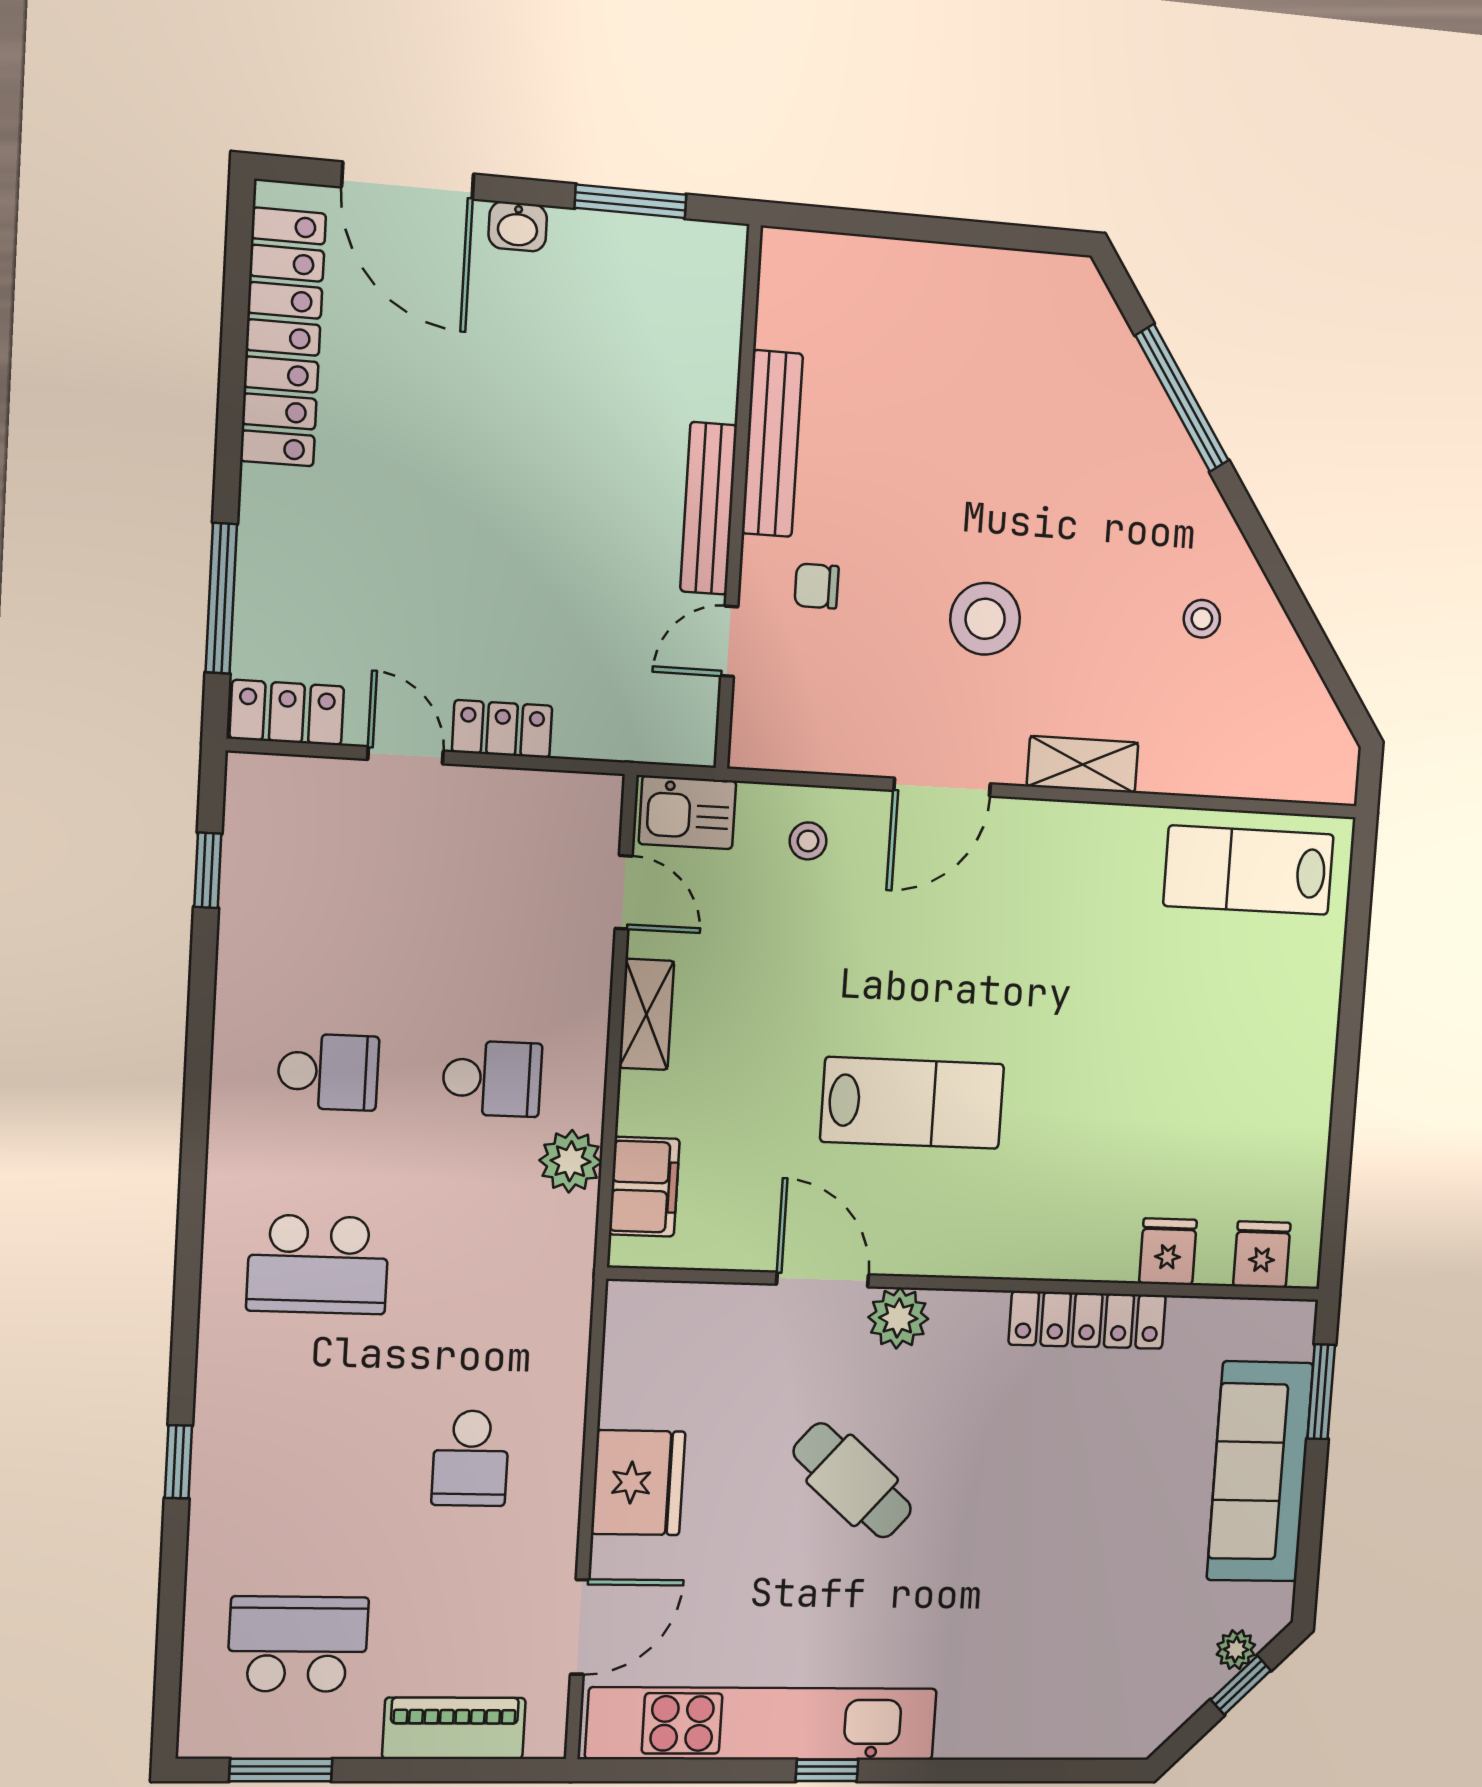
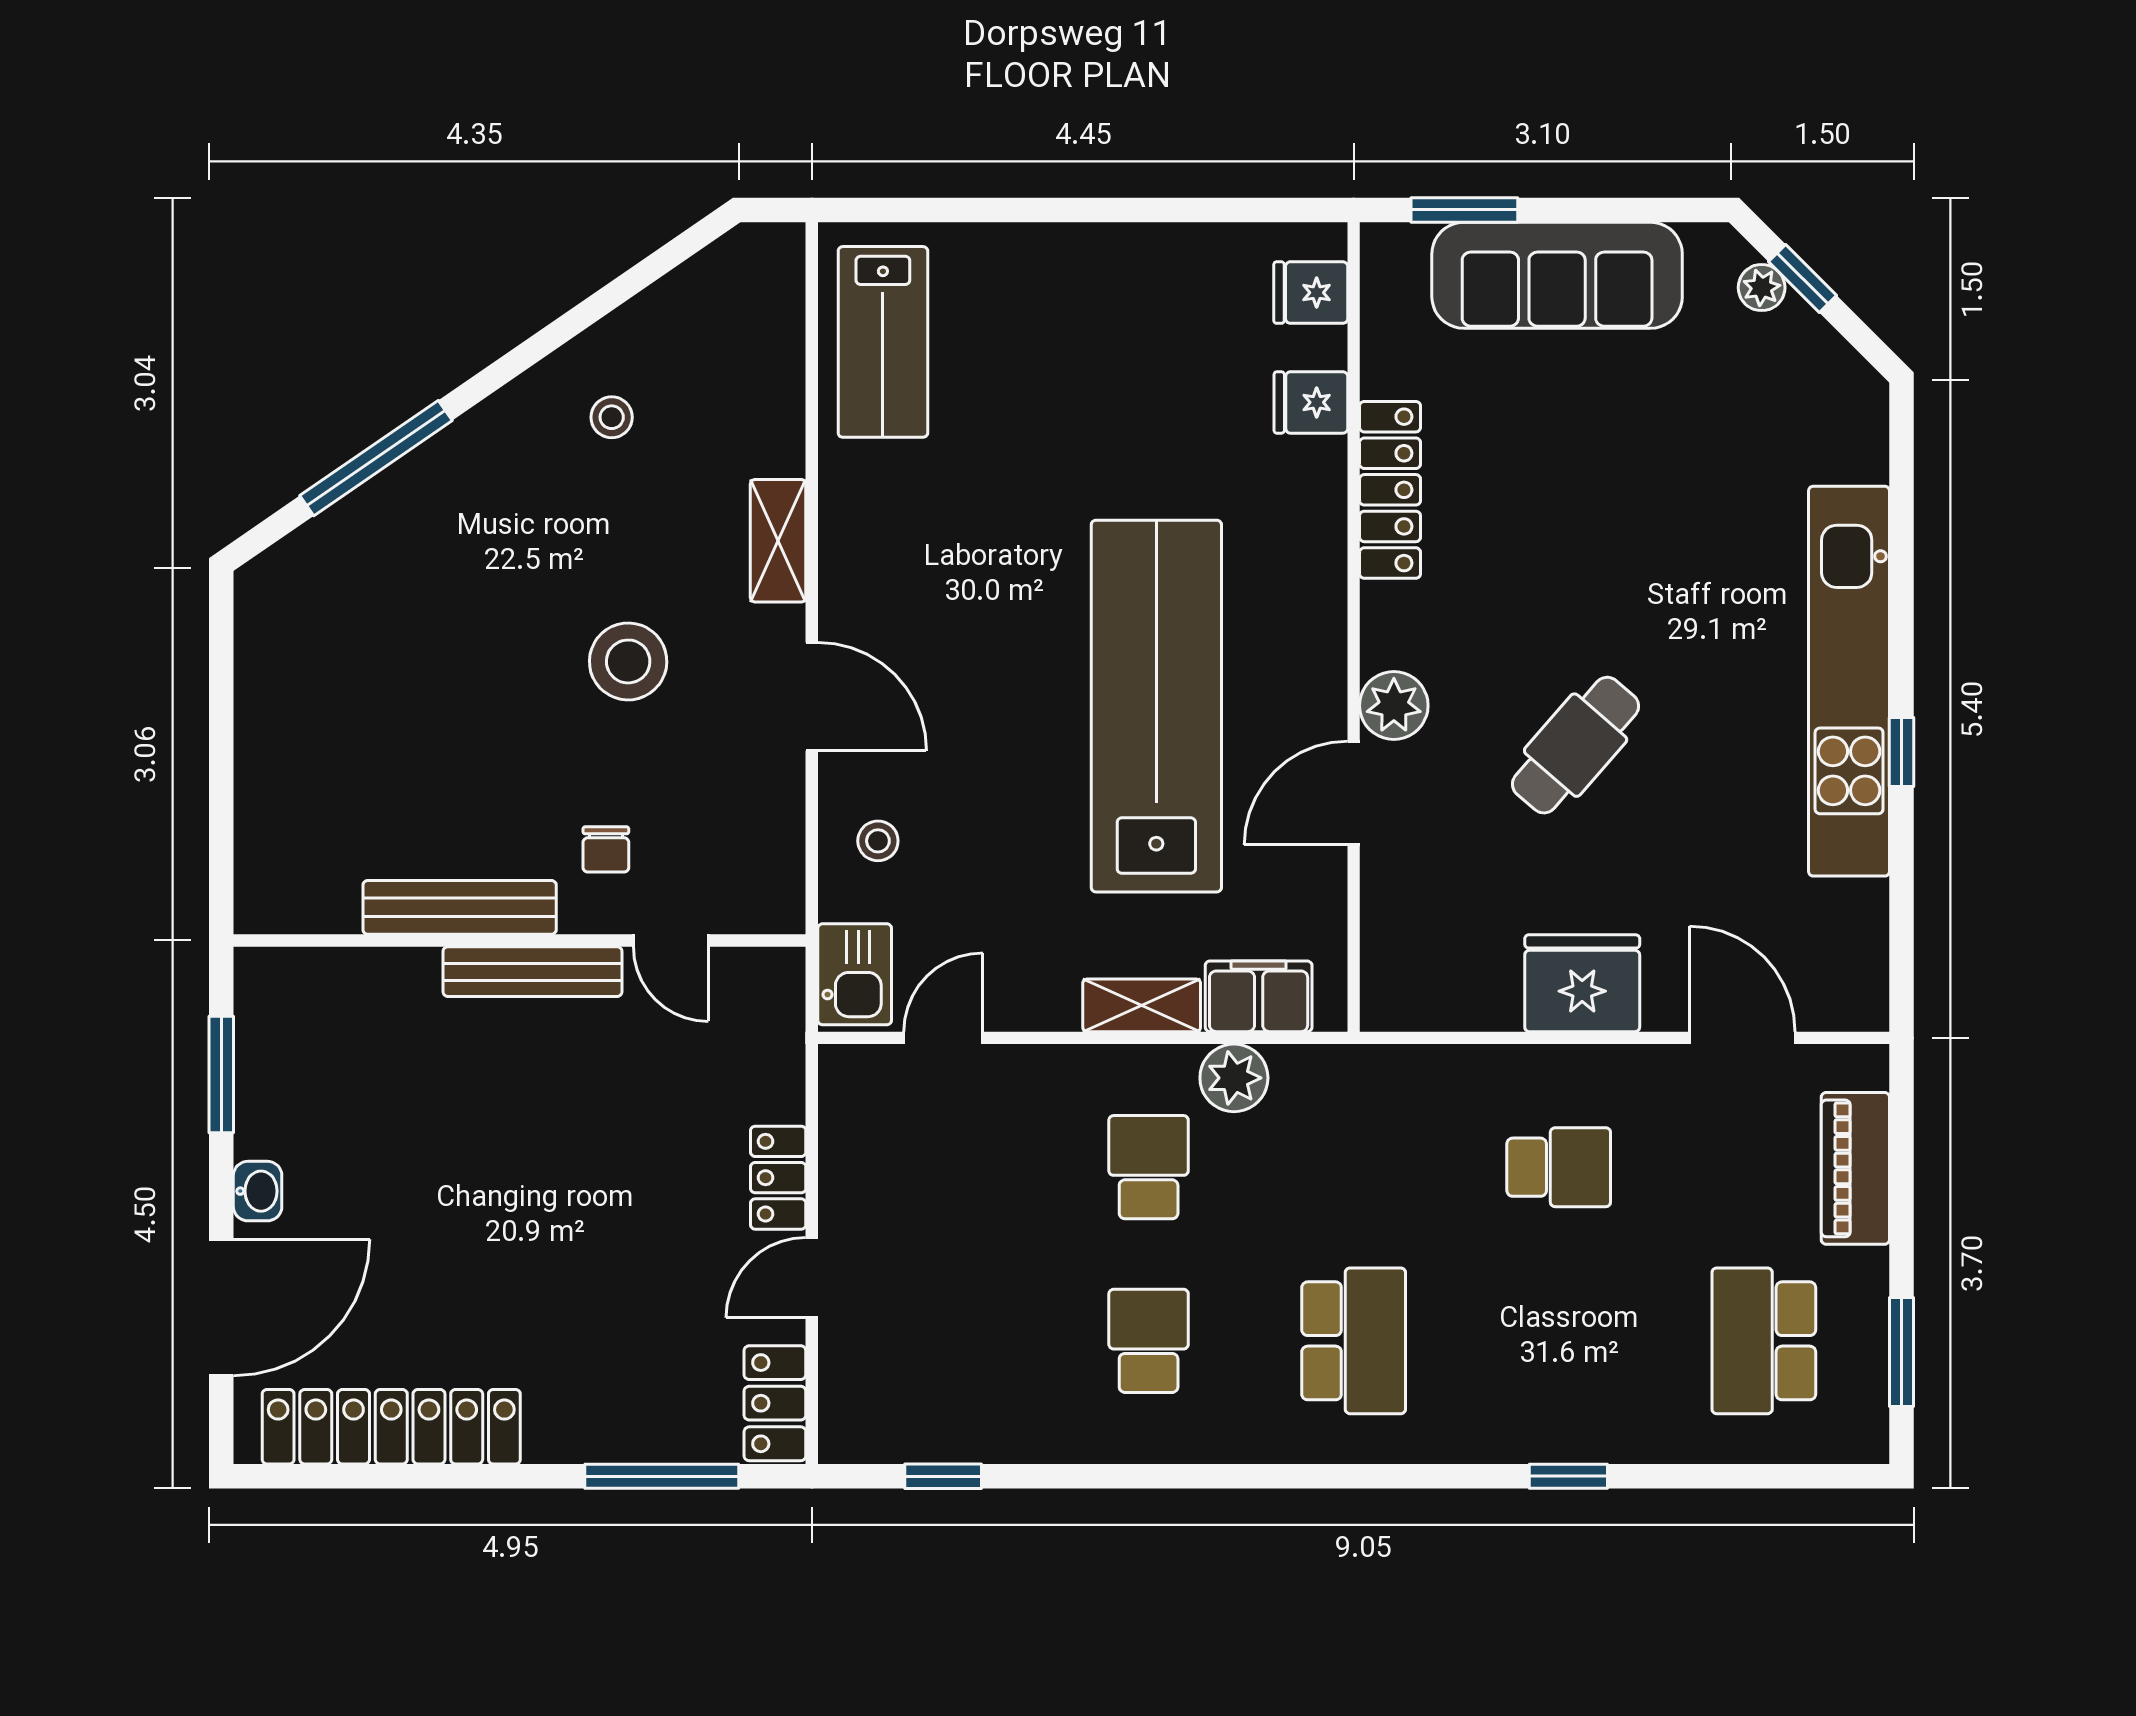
shelving: (646, 1014) -> (1142, 1005), moved
lab bench: (912, 1103) -> (1156, 706), width x1.86, depth x1.39
kitchen unit: (762, 1724) -> (1849, 681), moved

